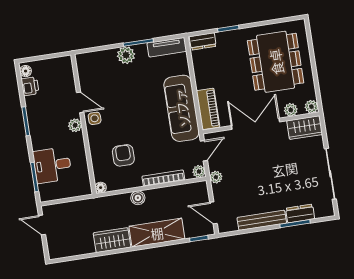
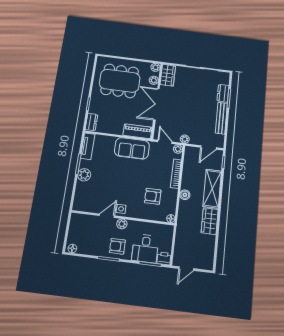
printer: (30, 86) -> (164, 258), moved
sofa: (182, 108) -> (132, 148), width x0.73
armchair: (45, 128) -> (117, 246), added

